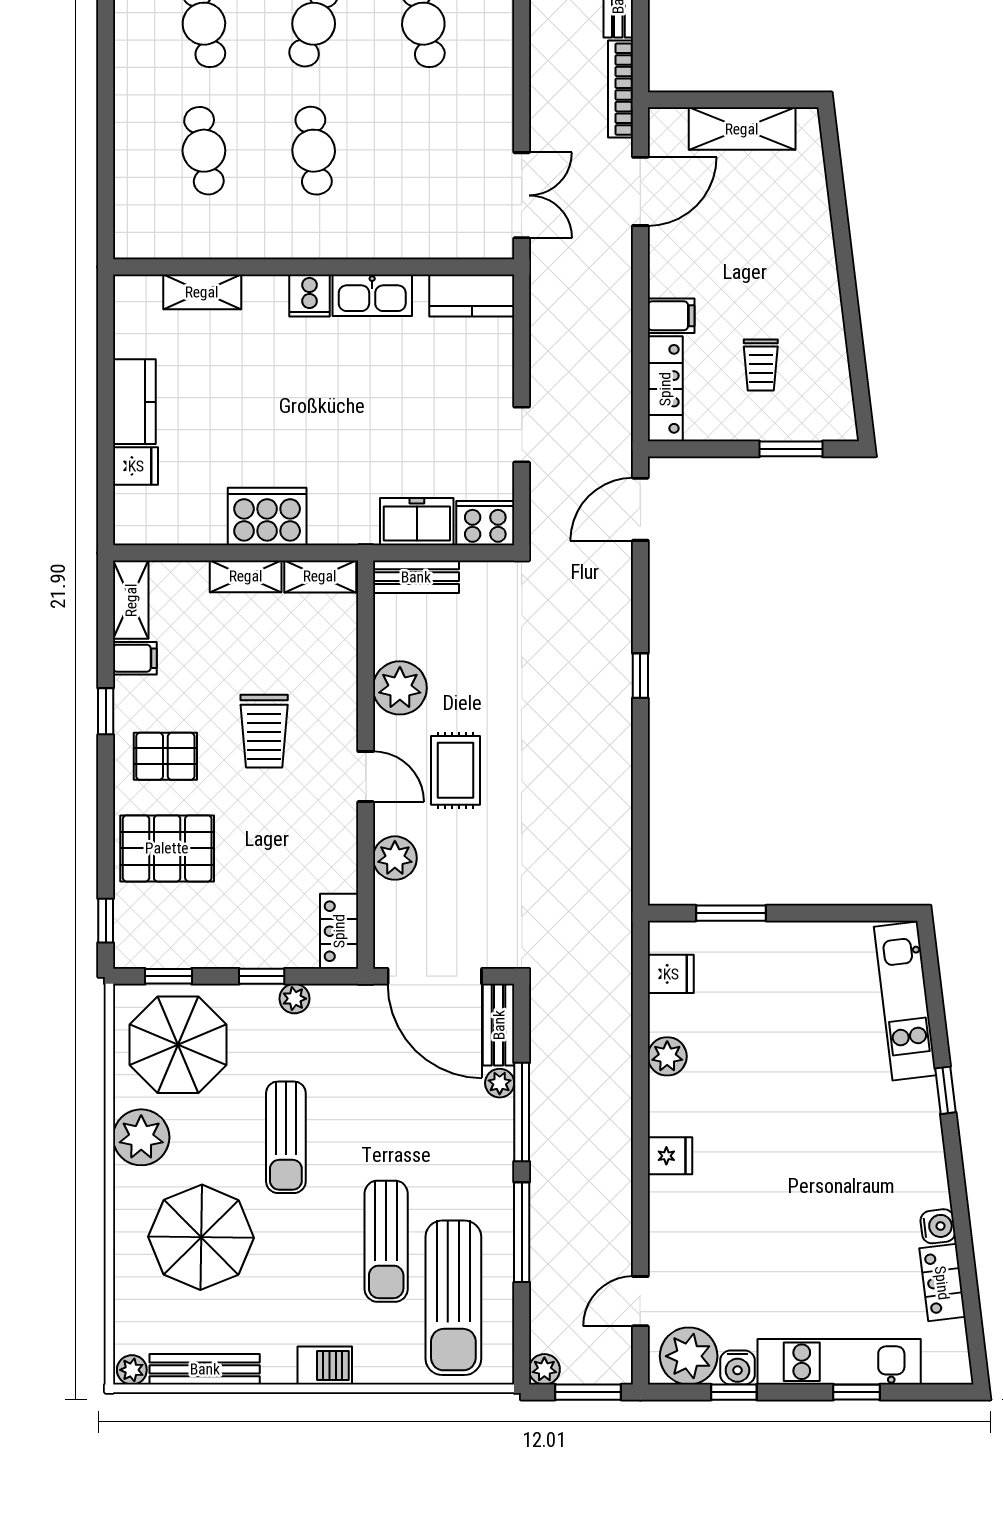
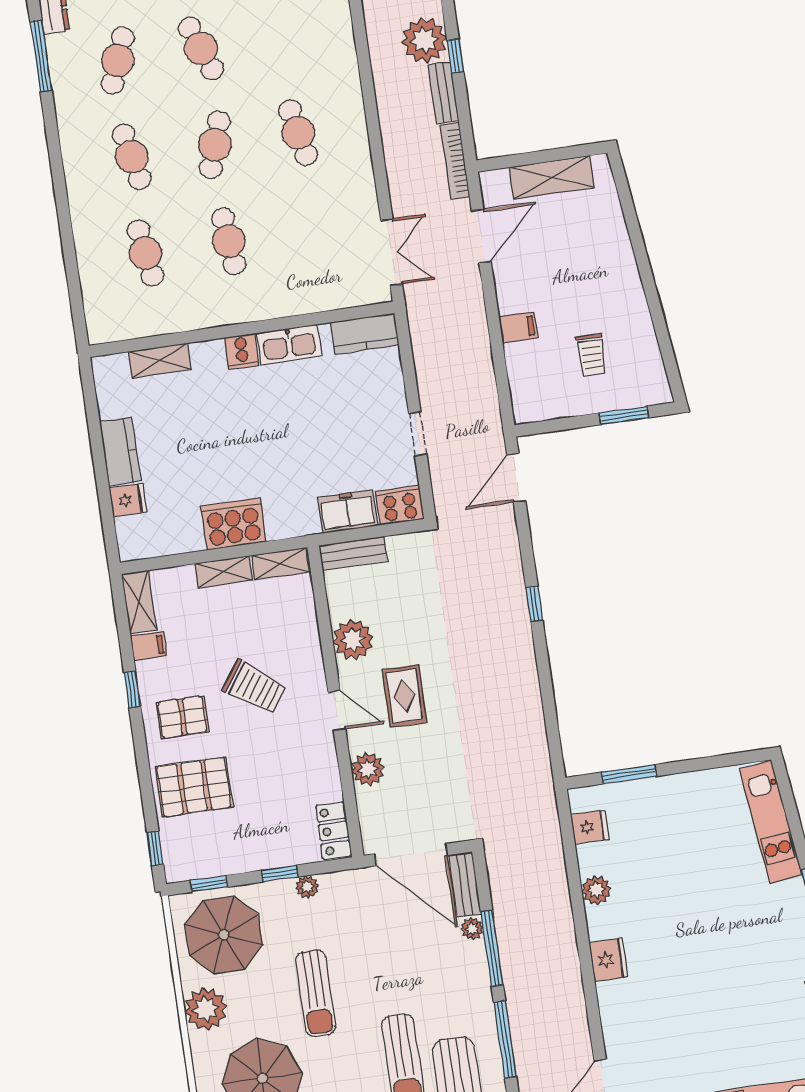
locker: (665, 389) -> (522, 383), removed
trolley: (264, 731) -> (255, 687), turned -55
fridge: (670, 1156) -> (609, 960), width x1.38

